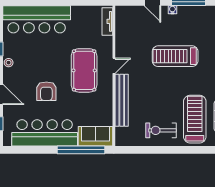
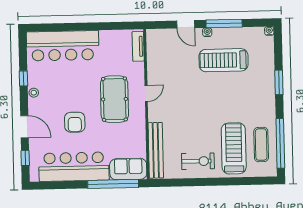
treadmill: (175, 56) -> (224, 60), moved
bench: (122, 100) -> (156, 150), moved
exercise bike: (161, 130) -> (198, 161), turned 180

